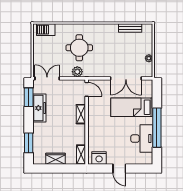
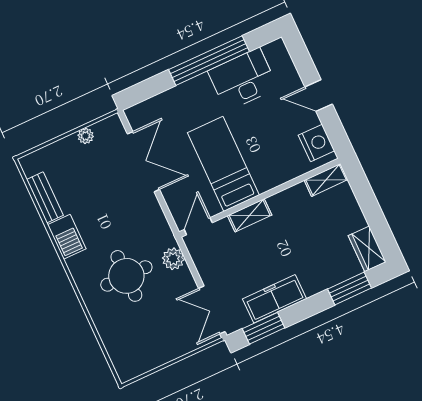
barbecue: (46, 30) -> (67, 237), moved
bed: (132, 107) -> (223, 164), moved, turned 180
wardrobe: (55, 159) -> (367, 249), moved
door: (119, 168) -> (319, 96), swing flipped

